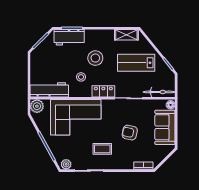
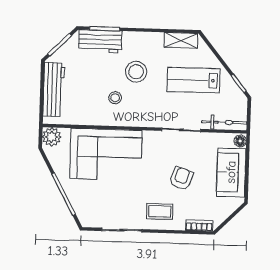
workbench: (49, 90) -> (54, 89), moved, turned 90
locker: (103, 91) -> (146, 119), removed
armchair: (130, 133) -> (181, 178), turned 96
coffee table: (102, 149) -> (160, 211), moved
plant: (66, 164) -> (90, 220), removed

